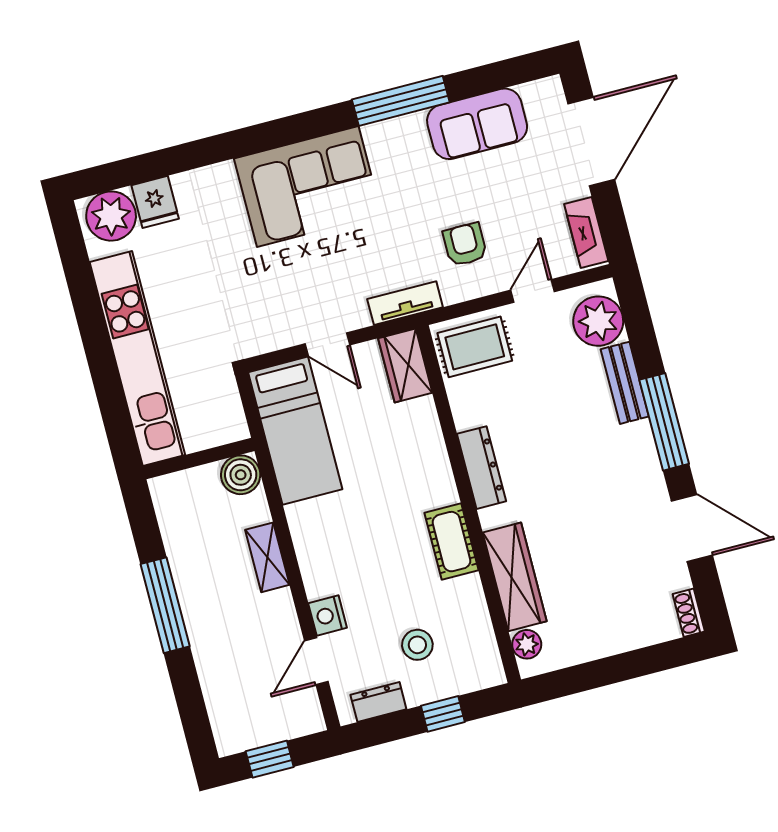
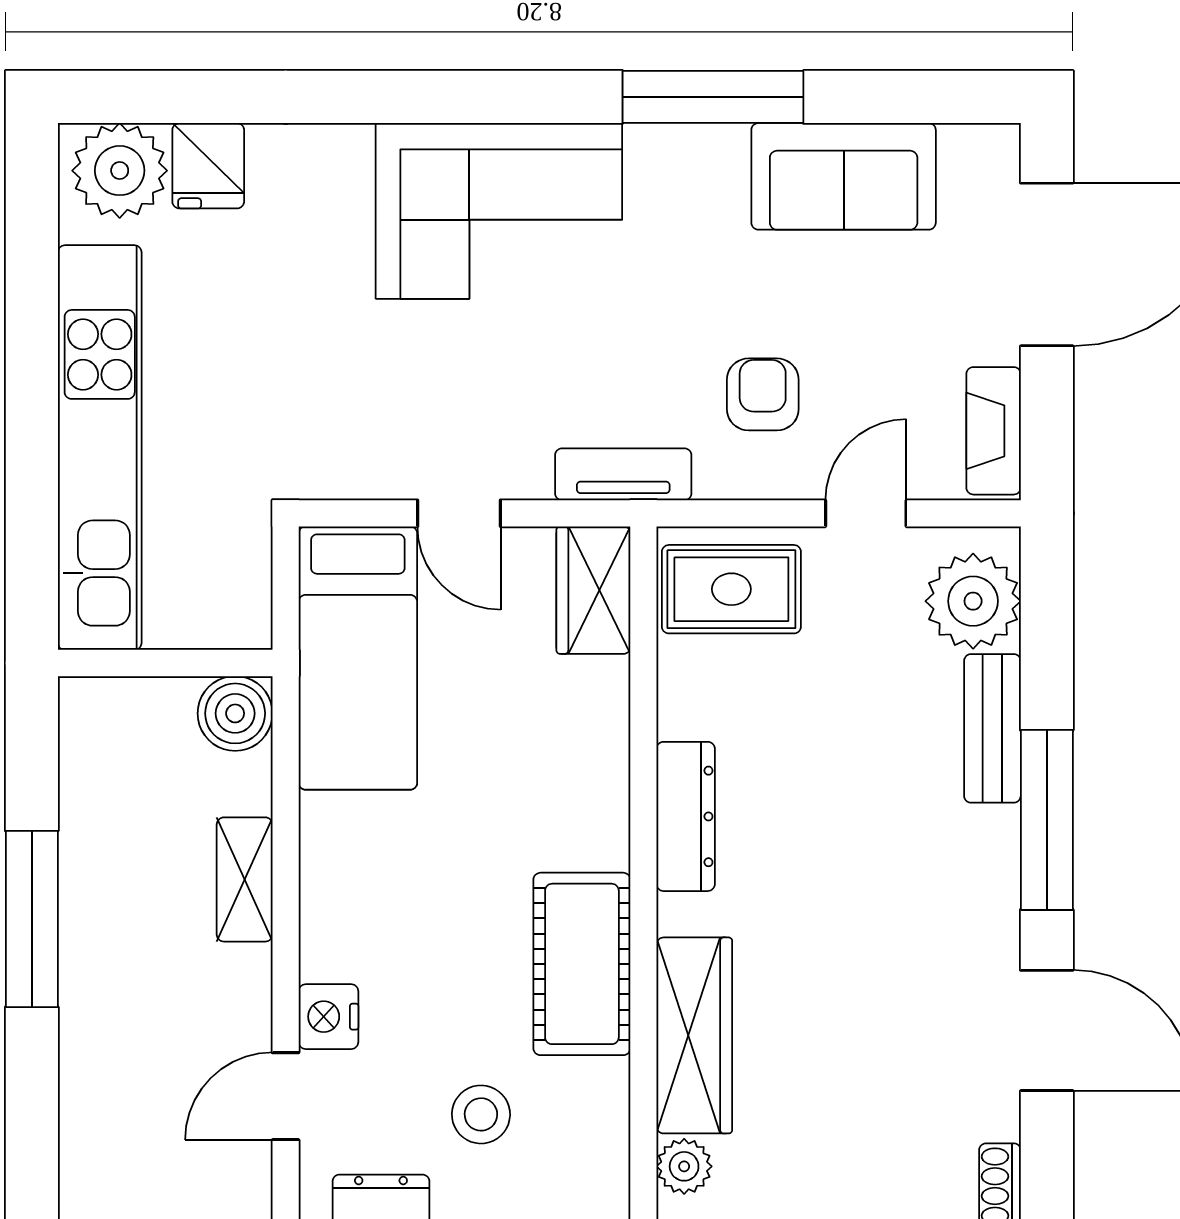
cot: (452, 542) -> (582, 964), width x1.37, depth x1.34

